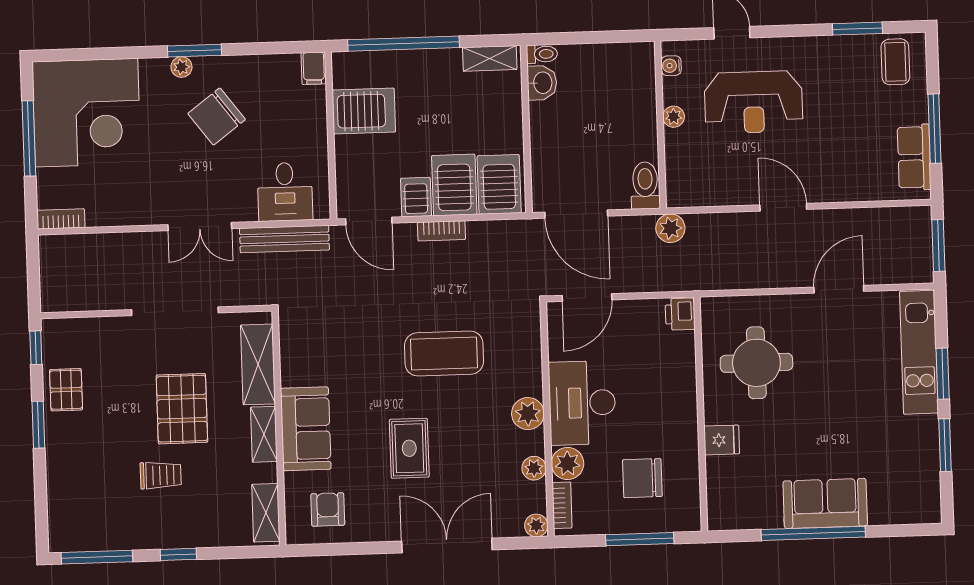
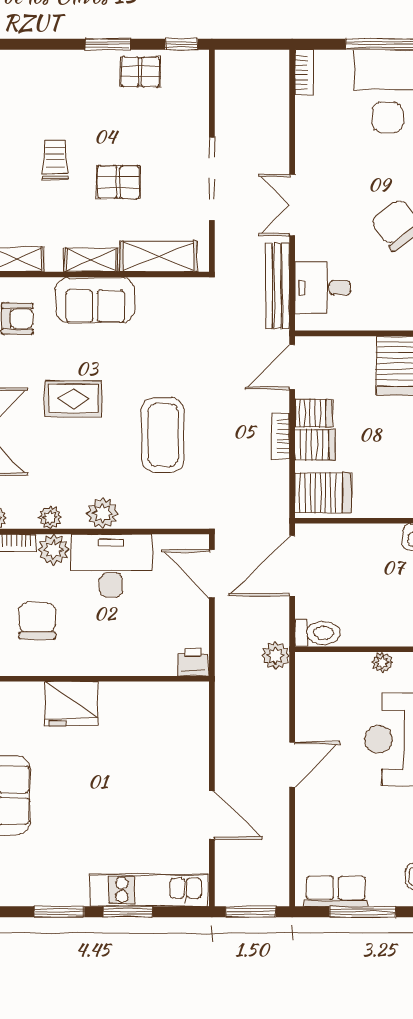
server rack: (454, 185) -> (315, 444), width x0.73, depth x0.70
round table: (756, 363) -> (144, 734), removed
pallet: (182, 409) -> (118, 182), width x0.67, depth x0.71
fridge: (722, 440) -> (71, 704), width x1.88, depth x1.34
trolley: (161, 475) -> (55, 160), turned 180

